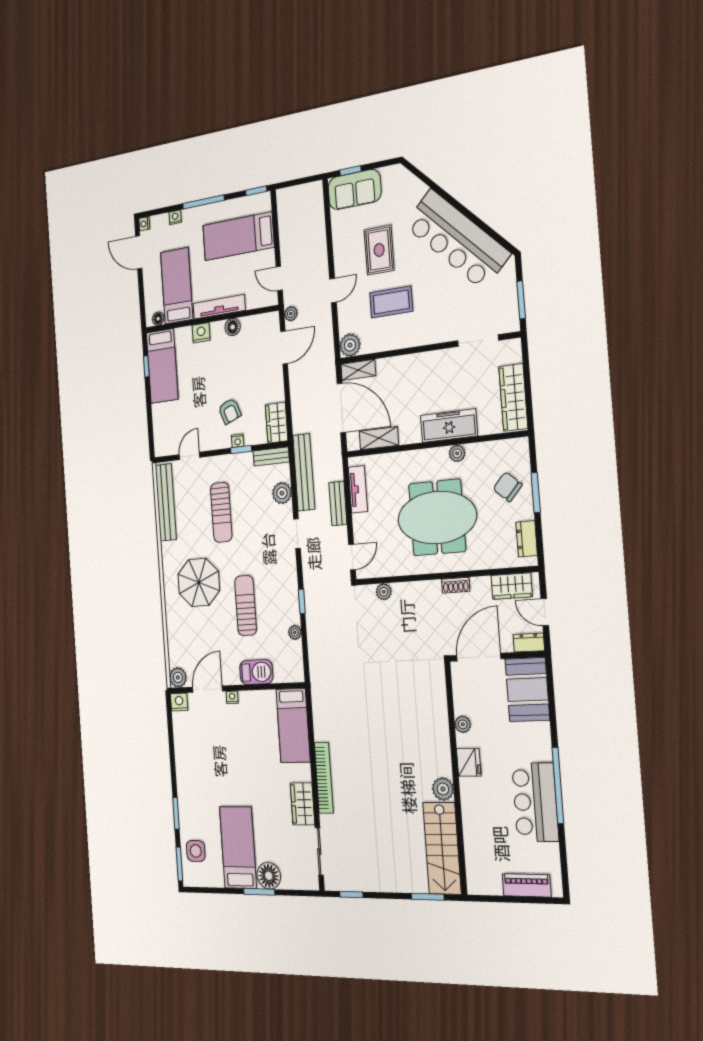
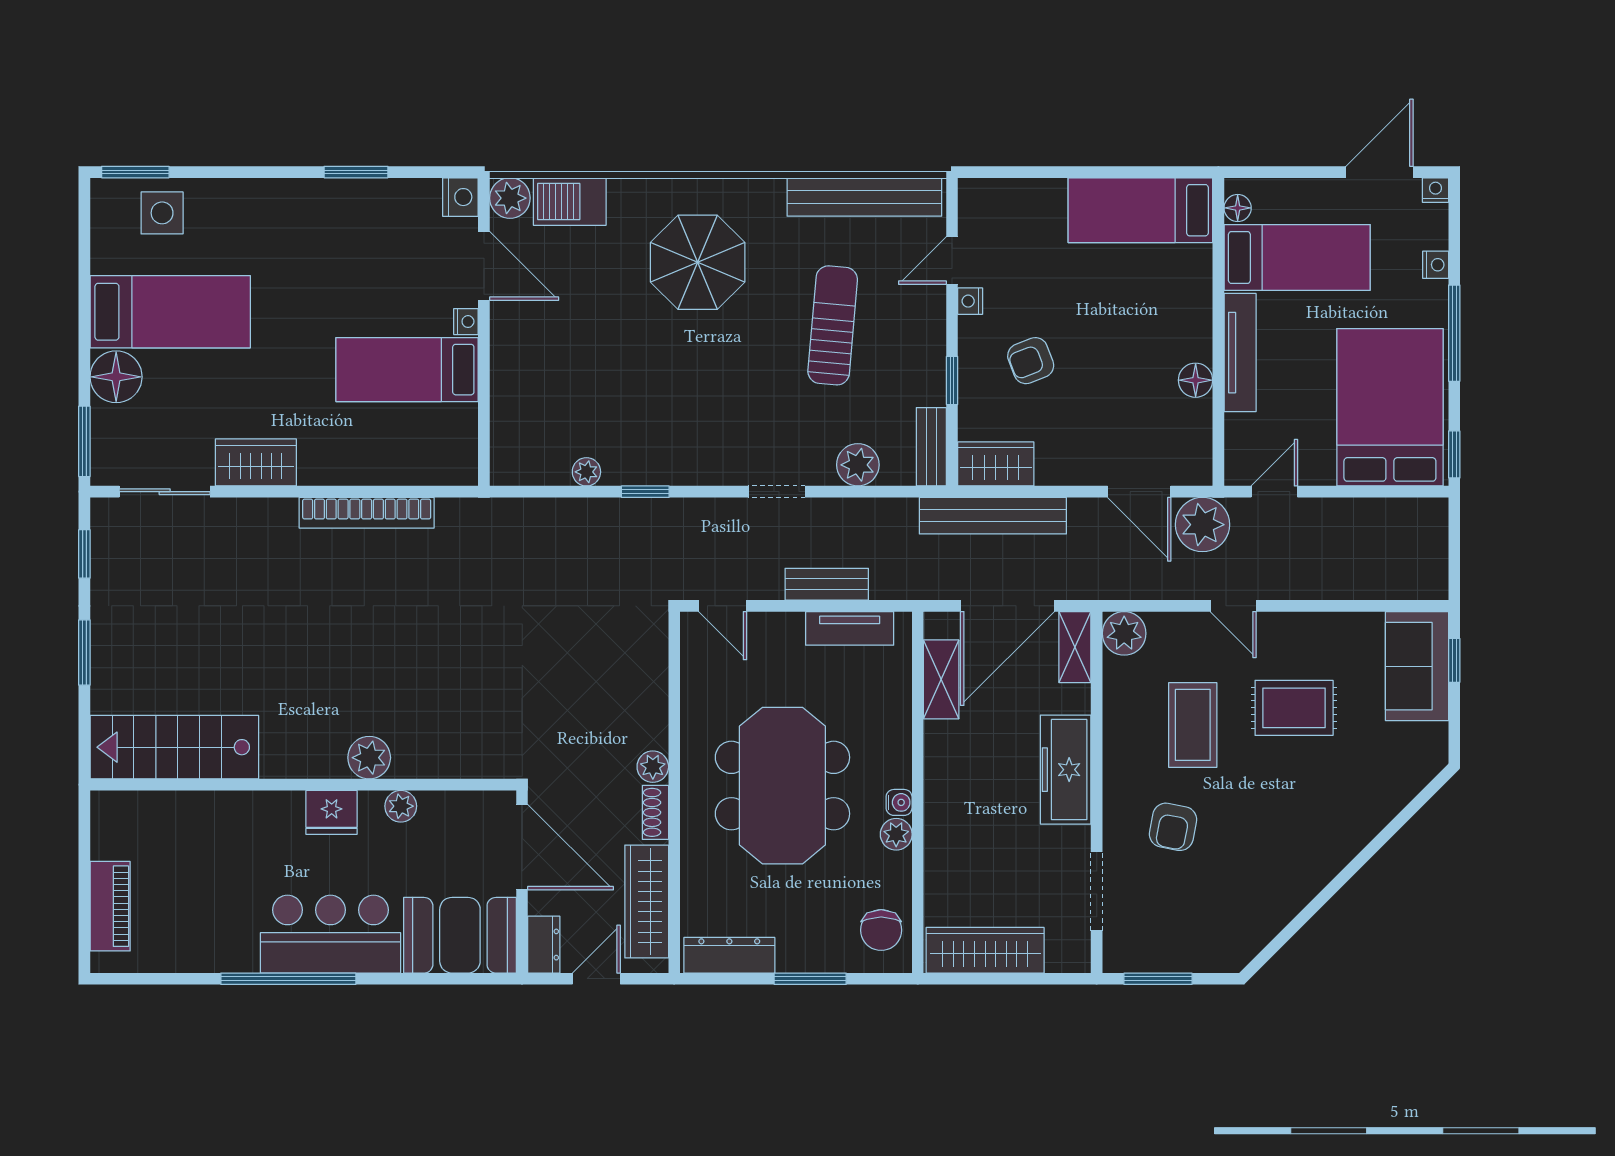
bed: (238, 236) -> (1390, 407), width x1.50
bar counter: (457, 239) -> (1288, 865), removed
armchair: (442, 304) -> (1173, 827), added
plant: (291, 314) -> (1202, 525), width x1.88, depth x1.88
nightstand: (201, 333) -> (1195, 307), removed
window: (146, 366) -> (1145, 172), removed
freezer: (449, 426) -> (1066, 770), moved, turned 180
nightstand: (238, 441) -> (970, 301), moved
water cooler: (441, 454) -> (899, 802), added
door: (189, 456) -> (952, 261), swing flipped
bench: (304, 472) -> (993, 516), moved
chair: (508, 487) -> (881, 930), moved, turned 138
sun lounger: (221, 512) -> (833, 325), turned 95
dresser: (527, 539) -> (729, 955), width x1.44
wardrobe: (512, 586) -> (647, 902), width x1.50
plant: (384, 592) -> (653, 767), moved
sun lounger: (246, 606) -> (645, 366), removed
barbecue: (256, 672) -> (570, 202), moved, turned 90
bed: (293, 725) -> (407, 370), moved
bookcase: (324, 778) -> (367, 513), moved
plant: (443, 789) -> (369, 758), moved
bar counter: (535, 802) -> (330, 934), moved
window: (176, 813) -> (356, 172), moved
window: (259, 892) -> (84, 441), moved
window: (428, 897) -> (84, 652), moved

